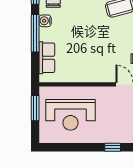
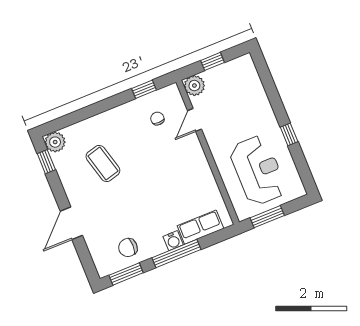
water cooler: (45, 21) -> (173, 241), moved
window: (113, 147) -> (289, 134), moved

